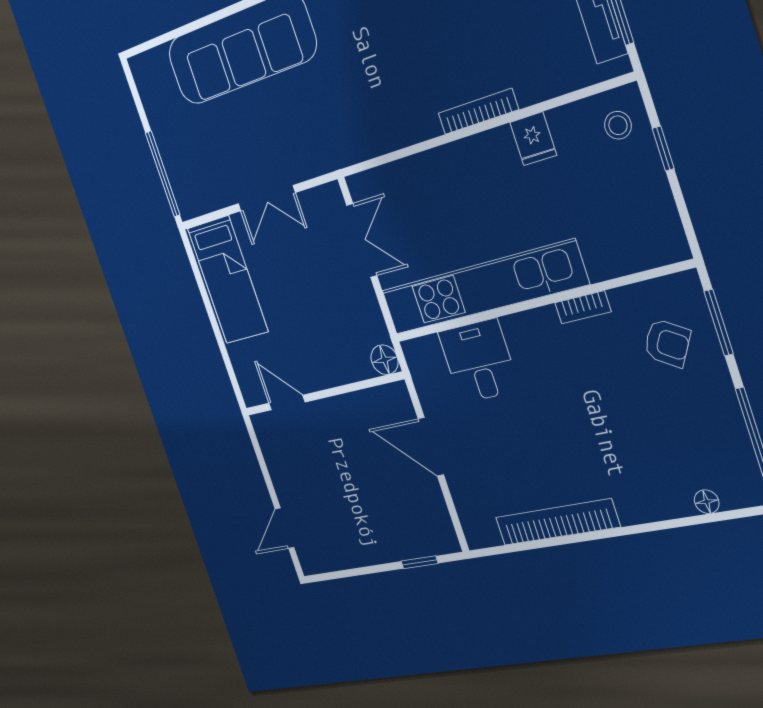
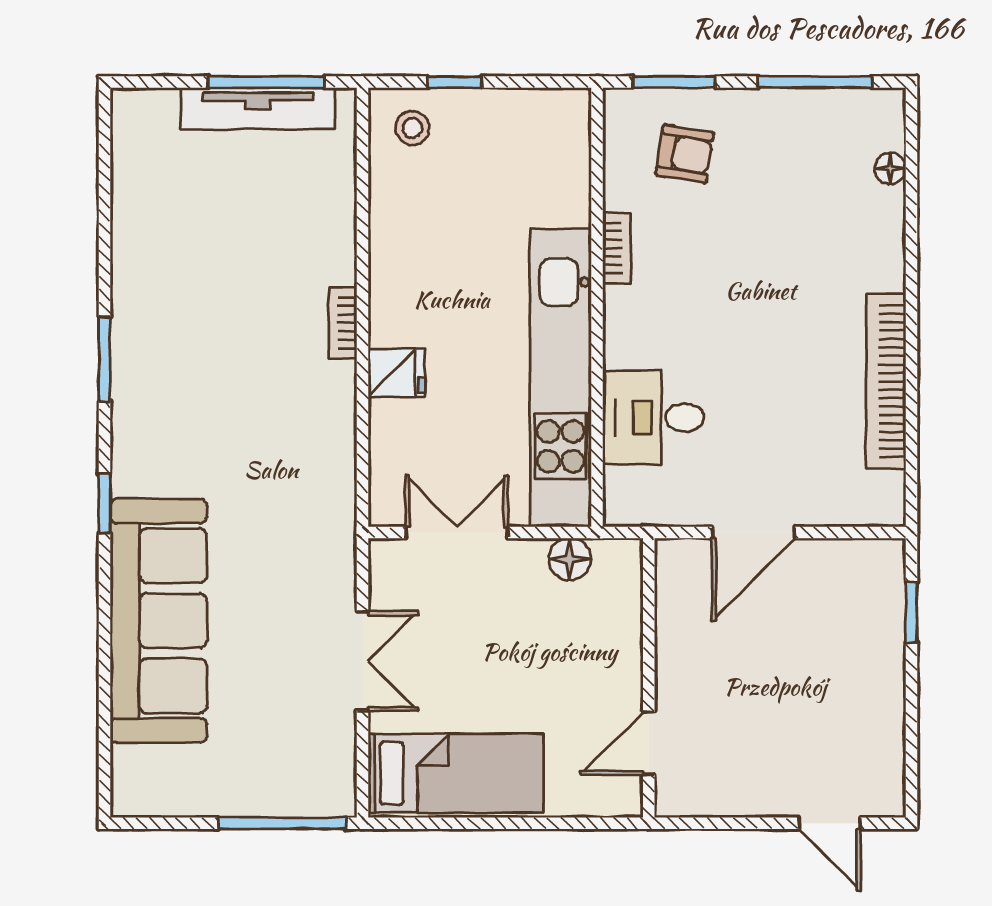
bookcase: (478, 111) -> (343, 323), width x0.64
fridge: (533, 139) -> (397, 373), moved
armchair: (667, 343) -> (685, 154), turned 68
floor lamp: (385, 360) -> (570, 559), moved

